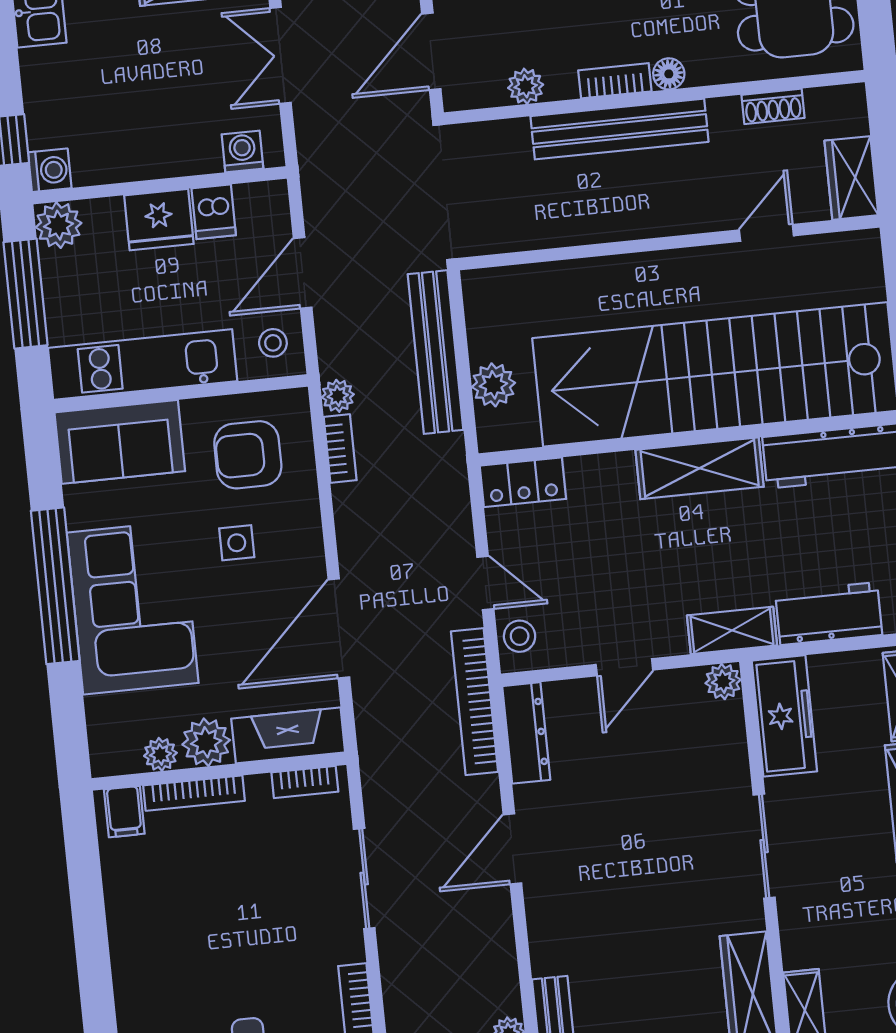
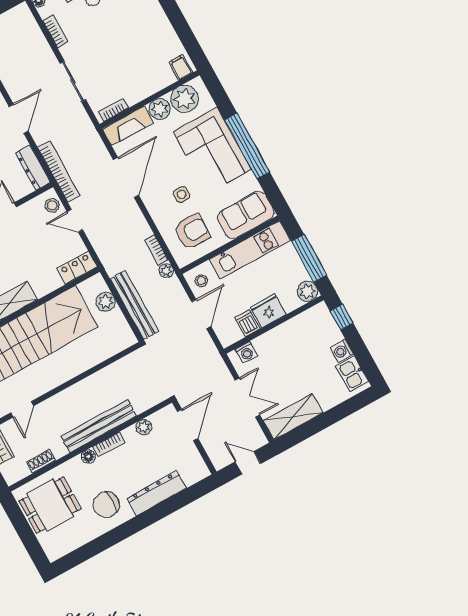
washing machine: (50, 170) -> (342, 351), moved
plant: (160, 754) -> (185, 99), width x1.88, depth x1.88
bookcase: (194, 793) -> (156, 87), removed

